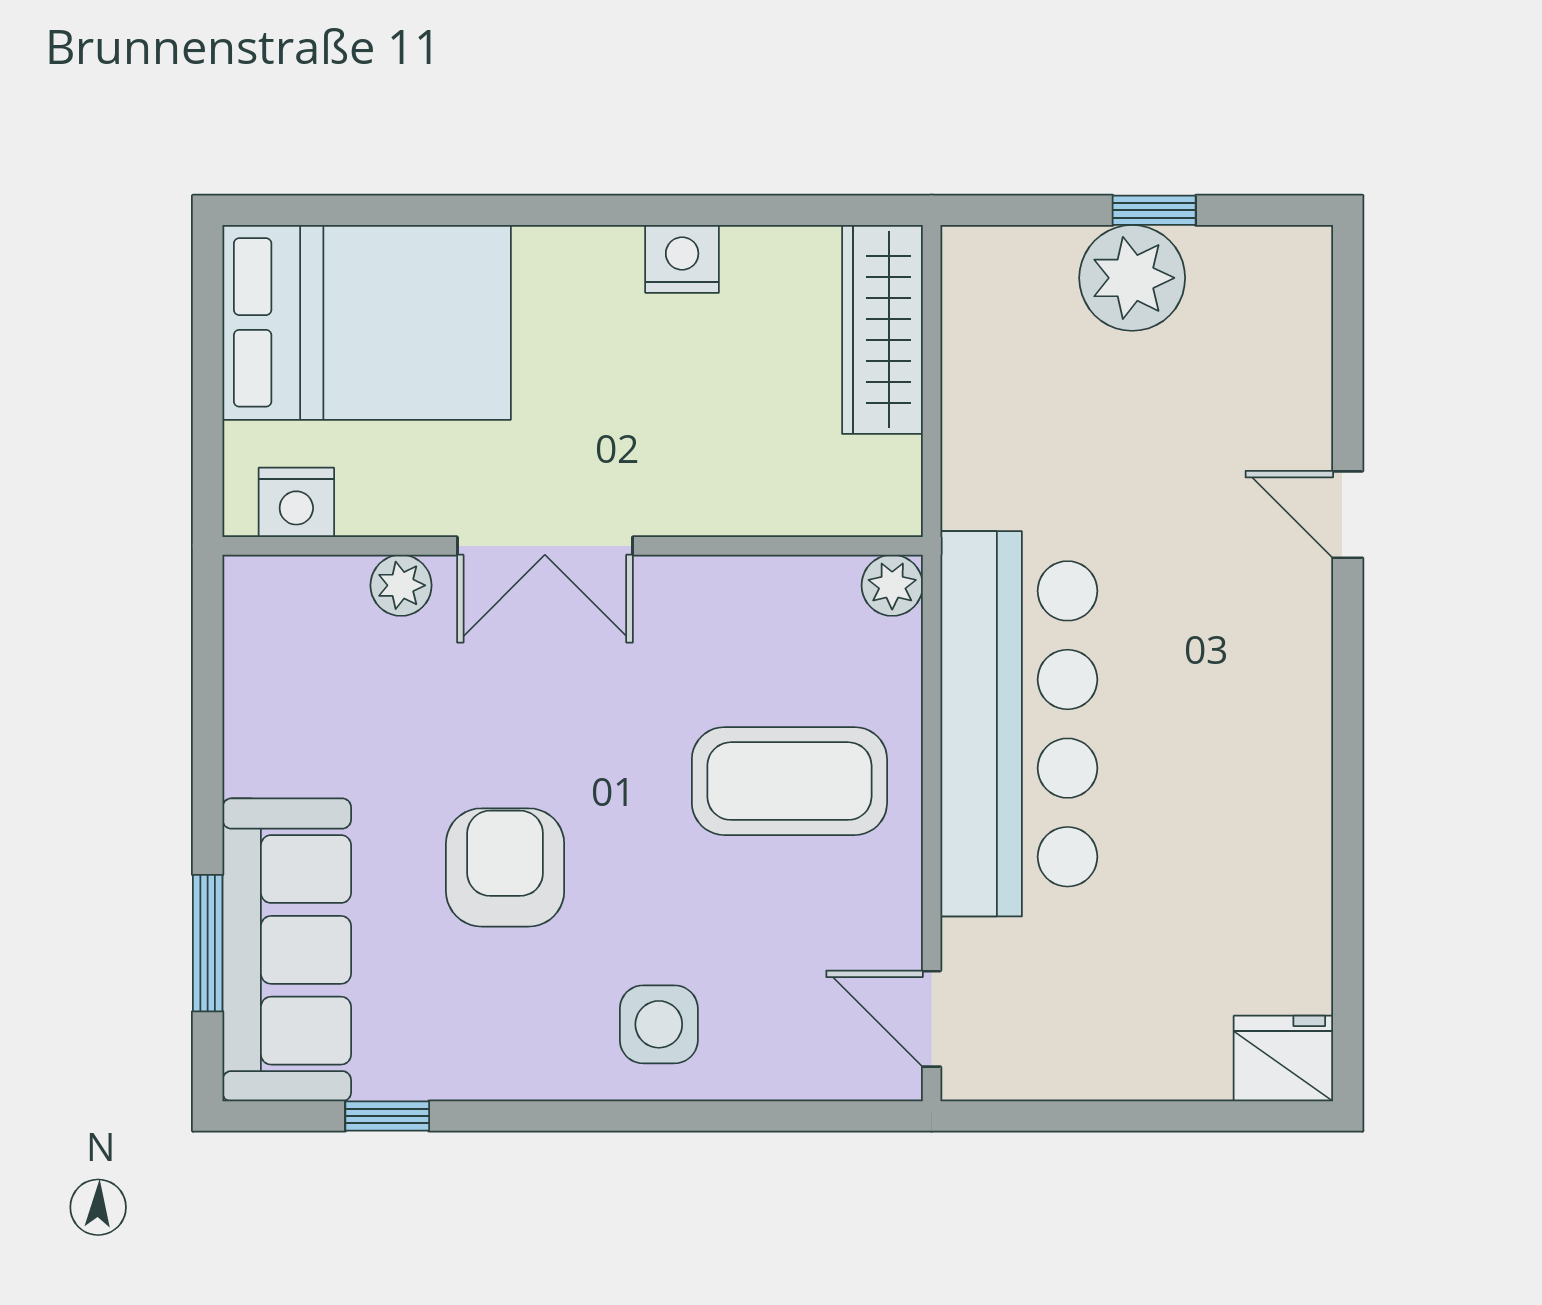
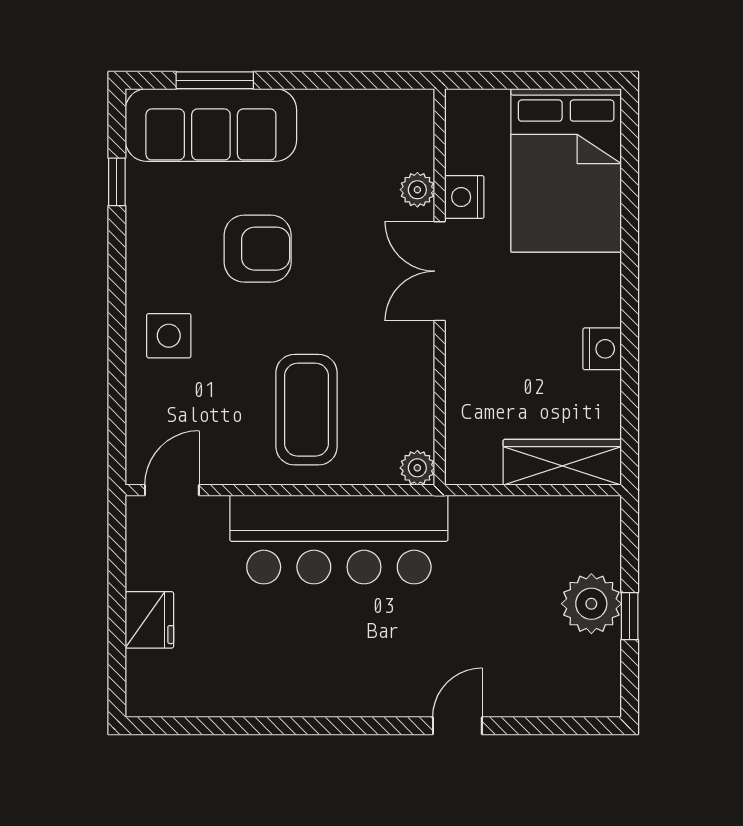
nightstand: (296, 502) -> (464, 197), moved
fridge: (1283, 1059) -> (149, 620), moved

